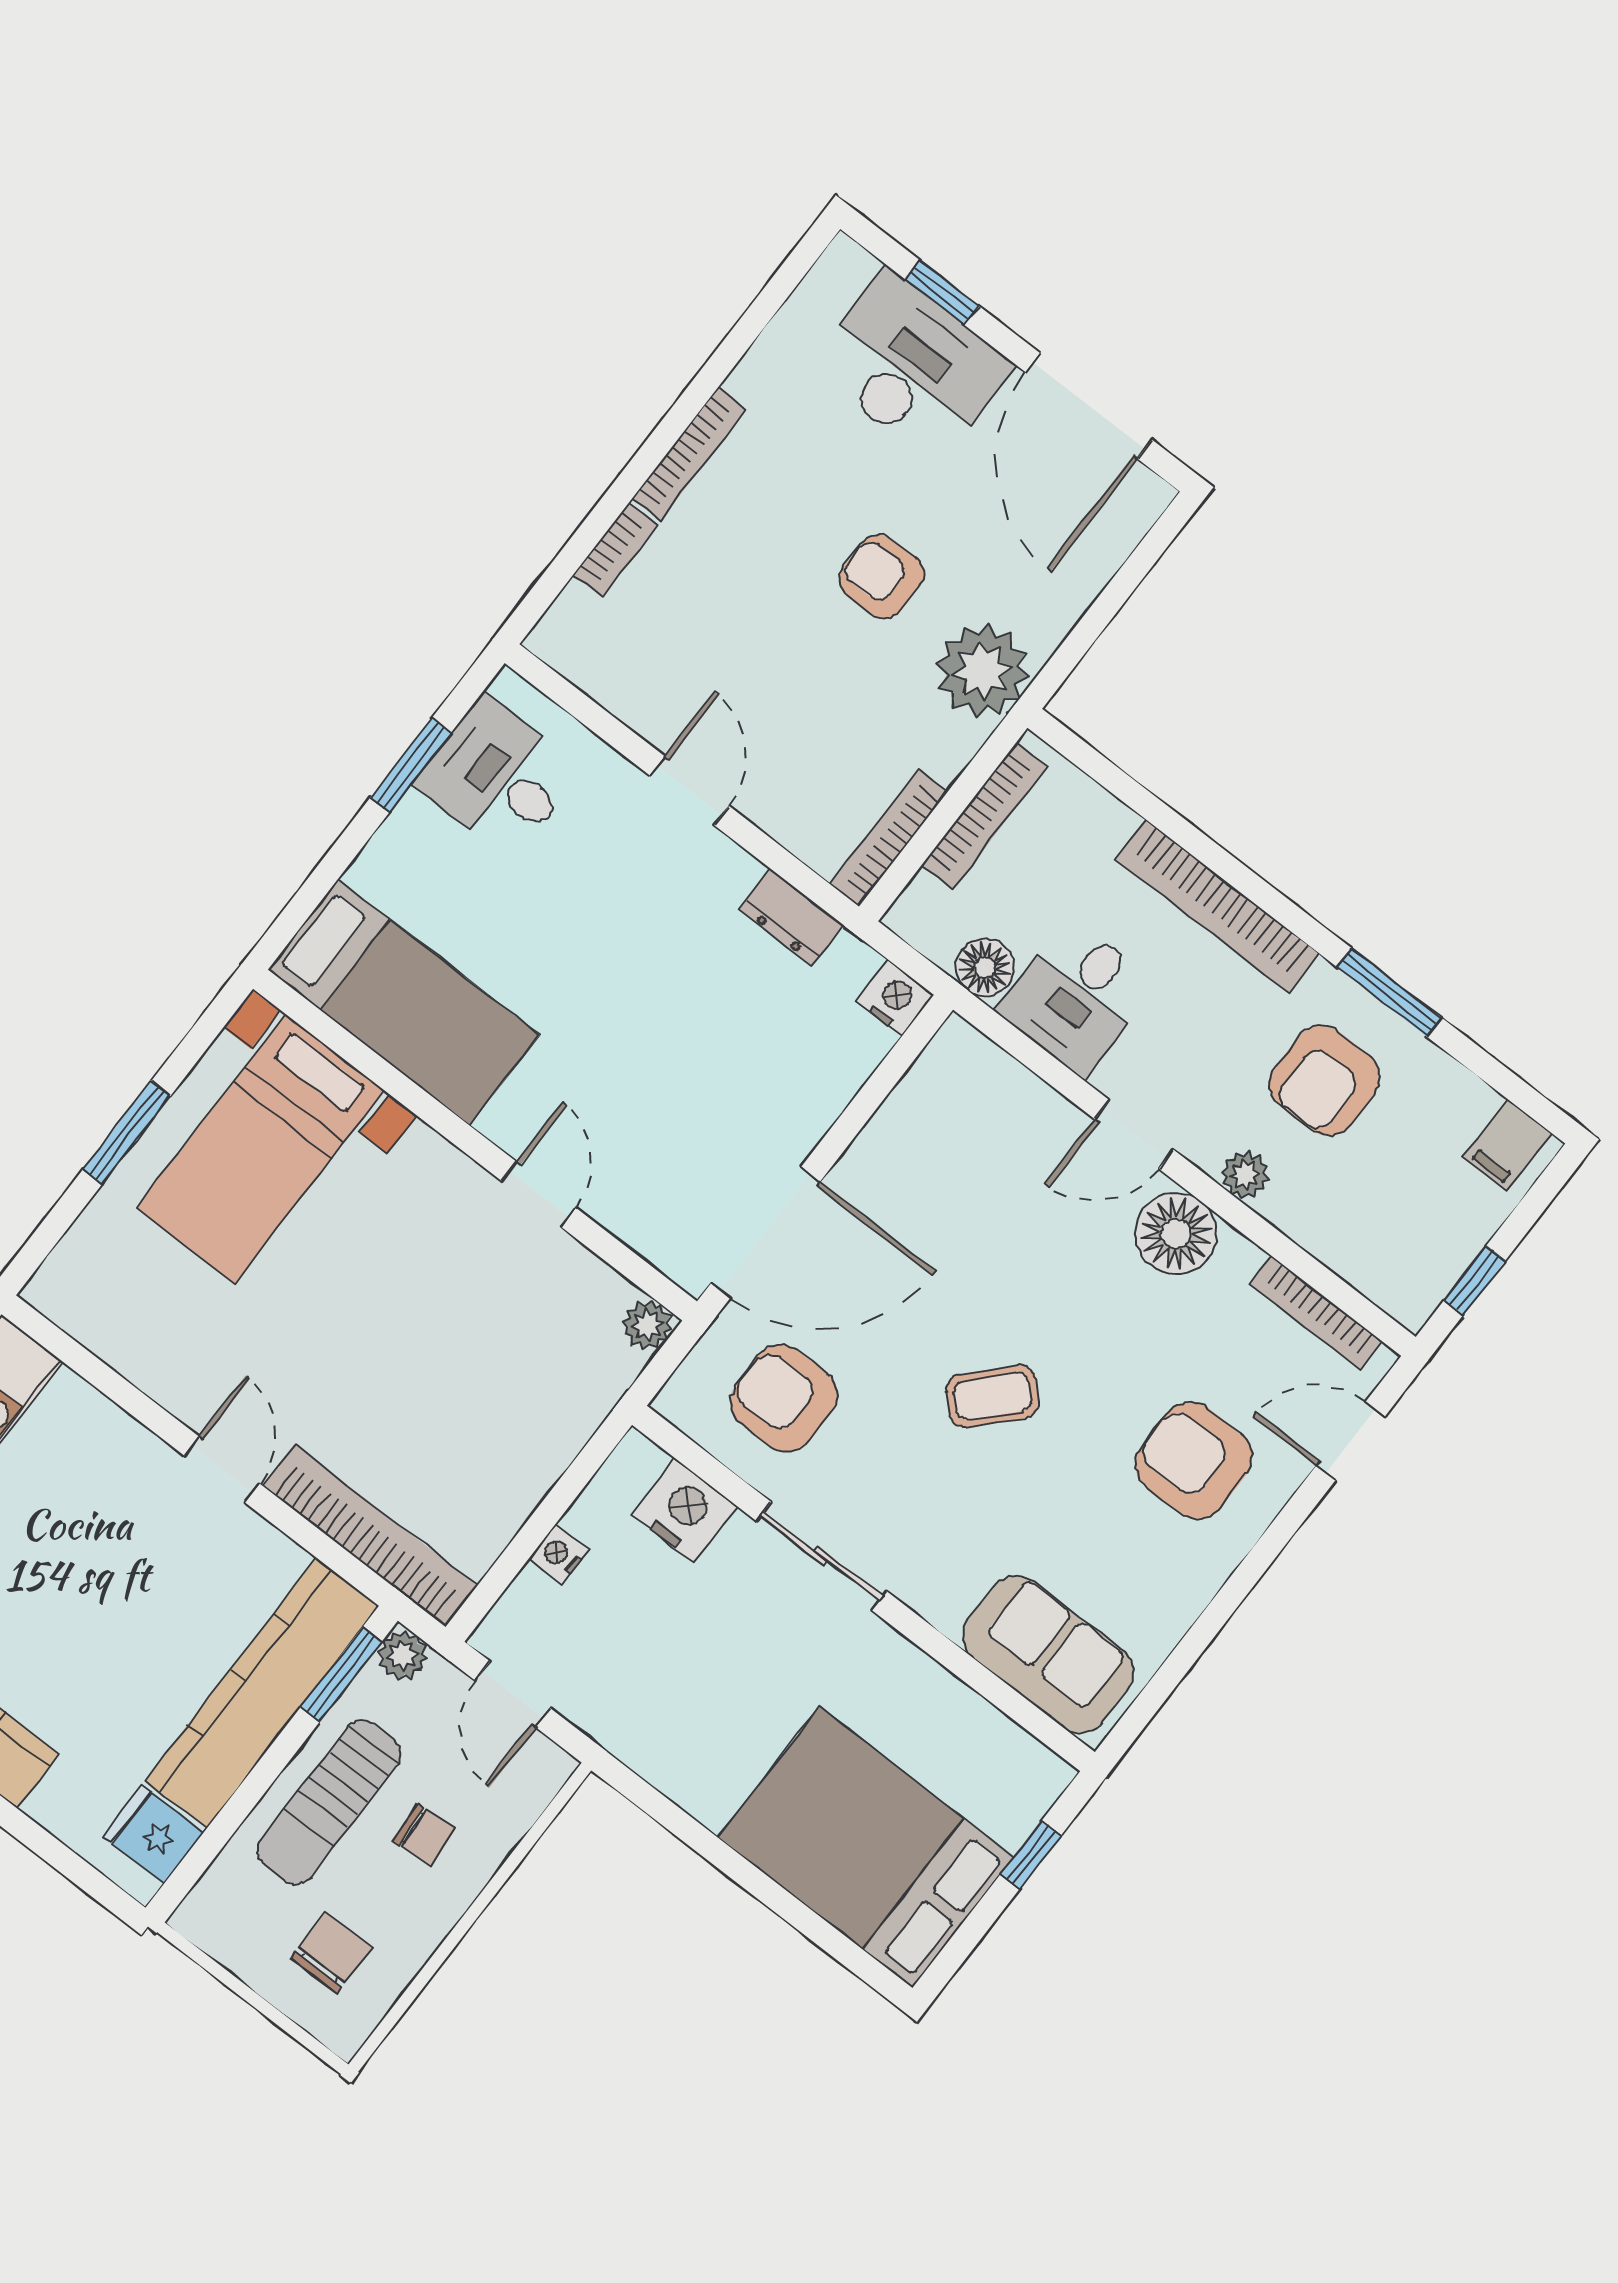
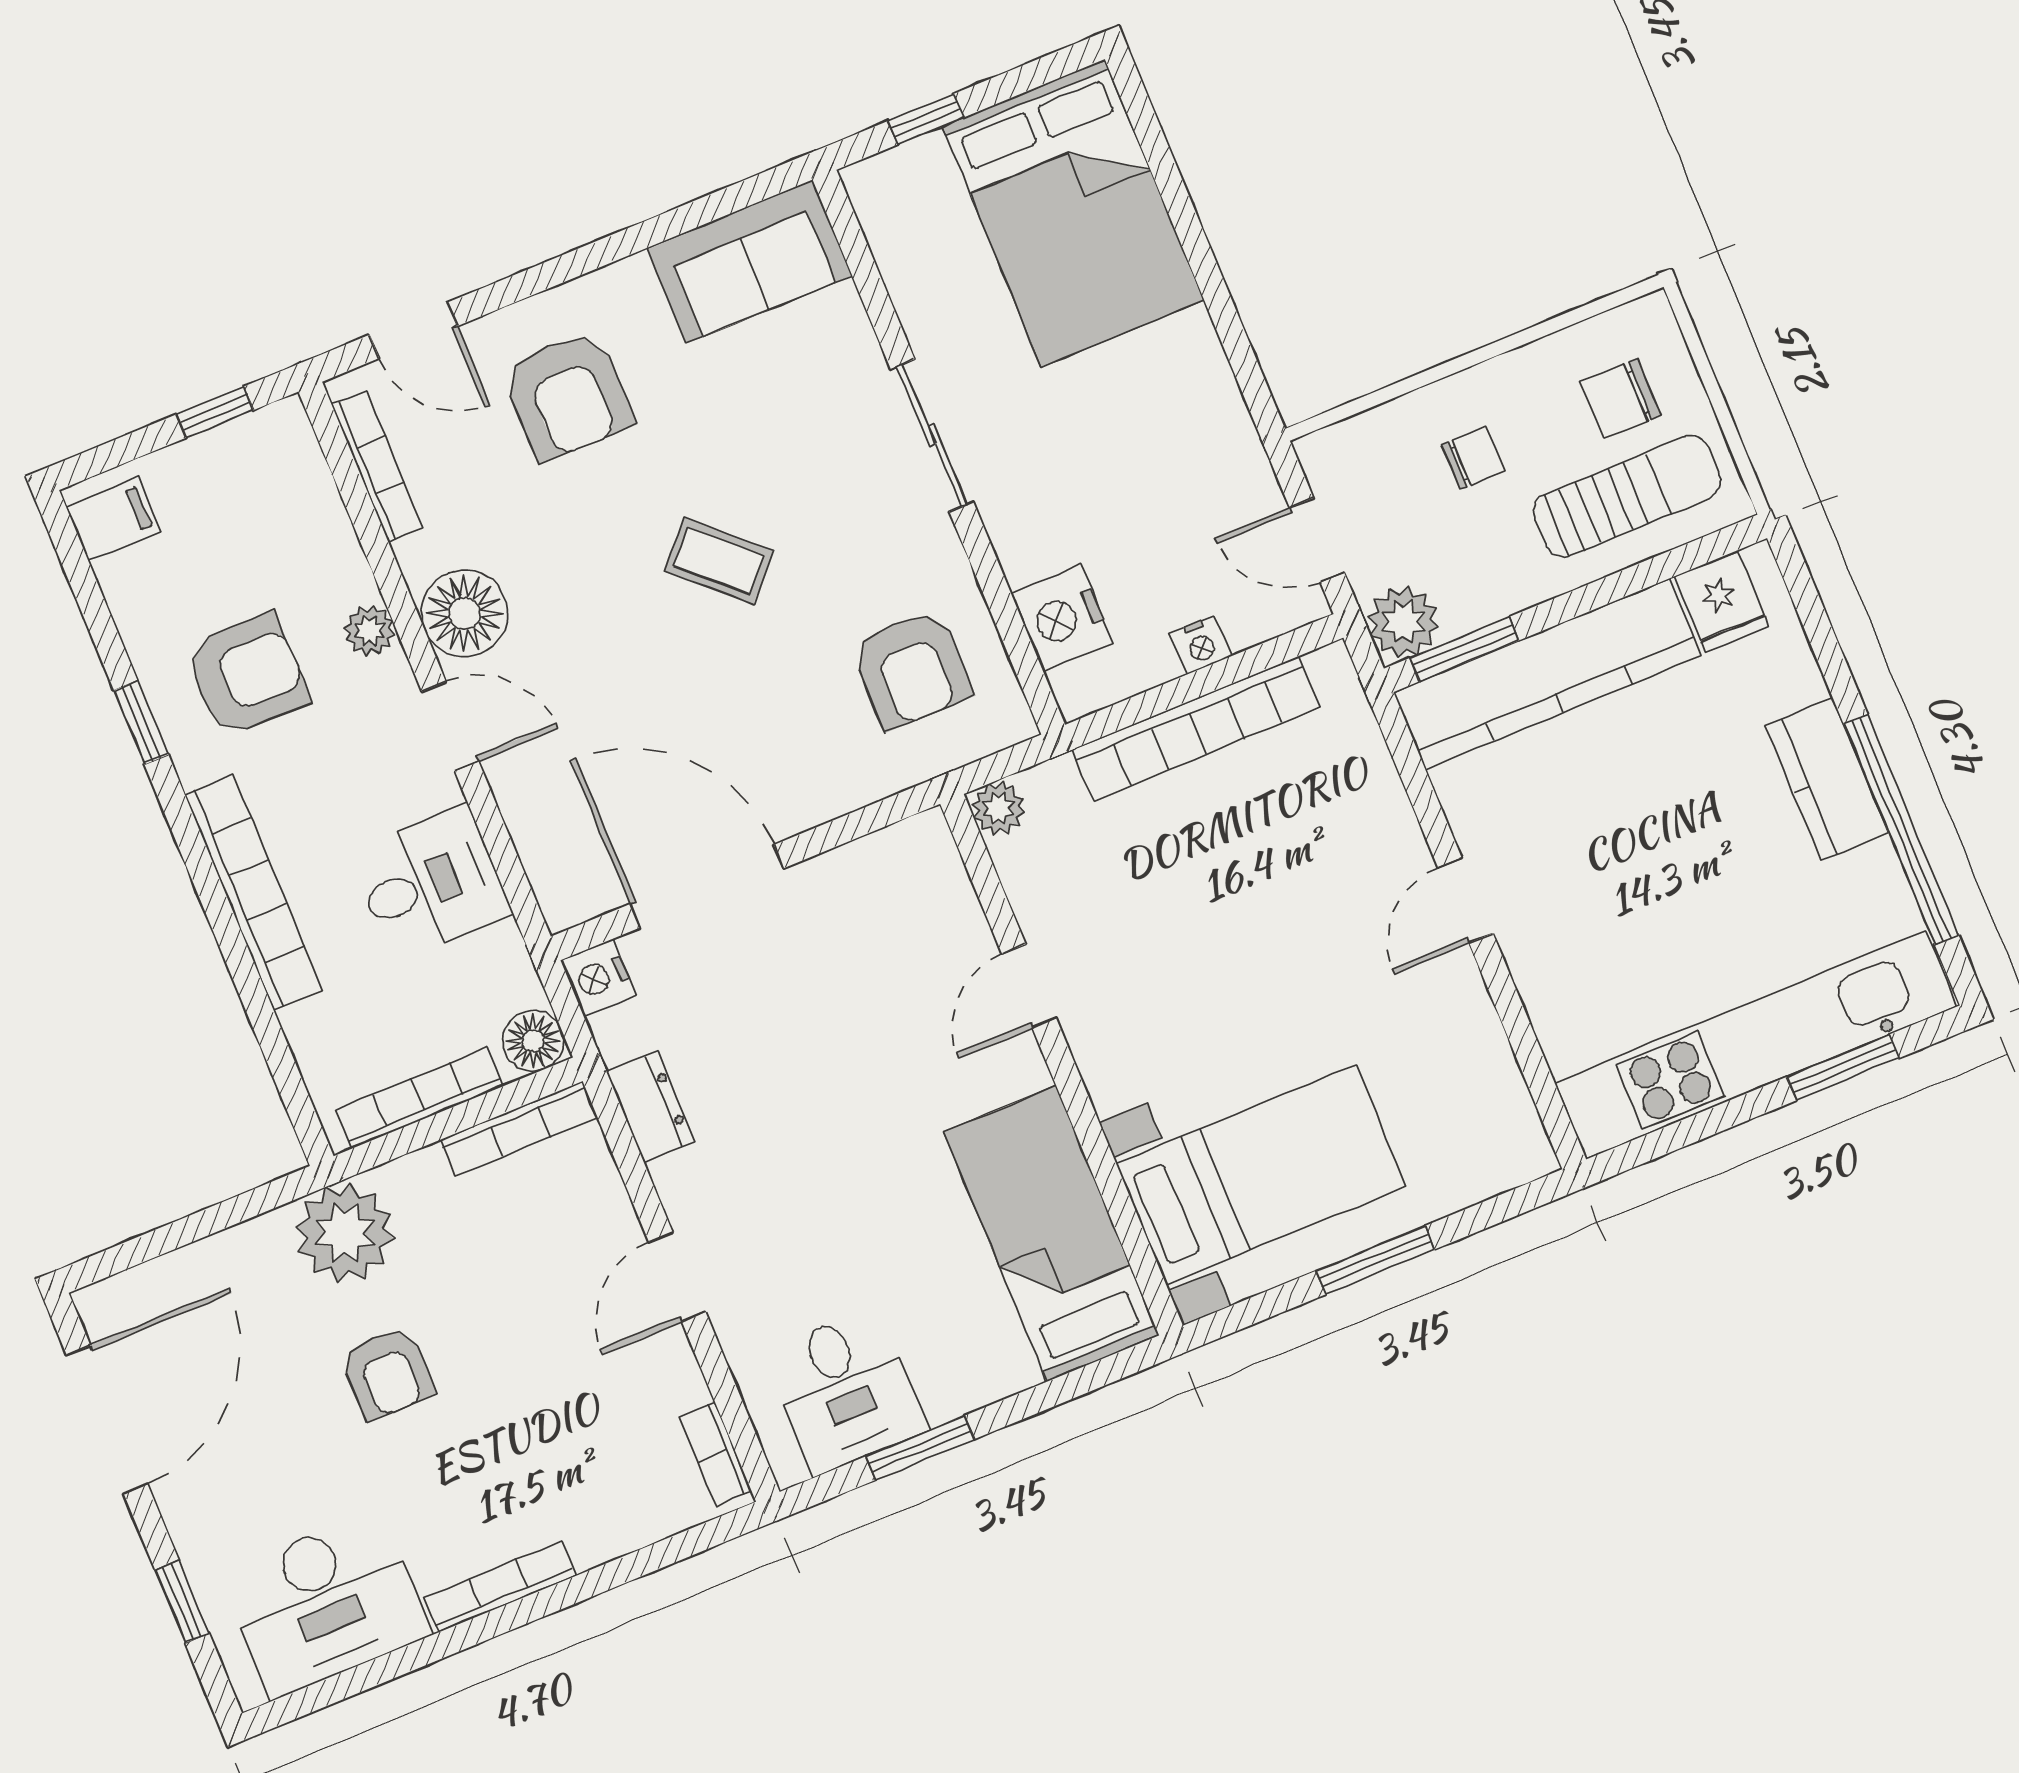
desk: (911, 366) -> (326, 1604), moved, turned -90
bookcase: (615, 550) -> (716, 1454), moved, turned -90
floor lamp: (985, 967) -> (533, 1041), moved
window: (1389, 992) -> (141, 722), width x0.67
door: (766, 1232) -> (707, 886), moved
bookcase: (370, 1536) -> (1196, 728), moved, turned -90
sliding door: (821, 1556) -> (932, 435), moved
sofa: (1048, 1654) -> (750, 262), moved, turned -90
plant: (402, 1655) -> (1403, 622), width x1.38, depth x1.38
door: (513, 1694) -> (1317, 540), swing flipped
sun lounger: (329, 1802) -> (1627, 496), moved
chair: (424, 1835) -> (1473, 458), turned 94

